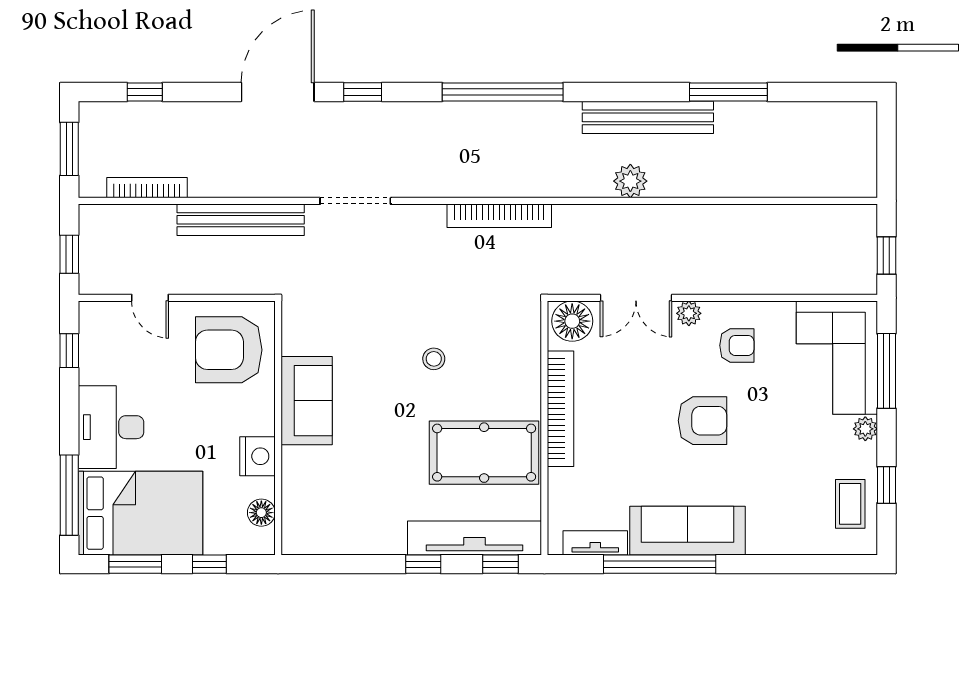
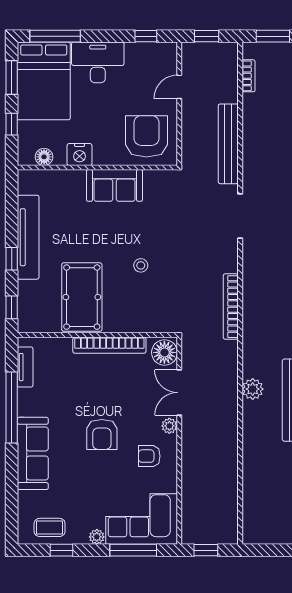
bookcase: (147, 188) -> (248, 76), width x0.64
armchair: (737, 345) -> (149, 456), turned 90
sofa: (688, 531) -> (33, 453), moved
tv unit: (475, 538) -> (28, 237), moved

